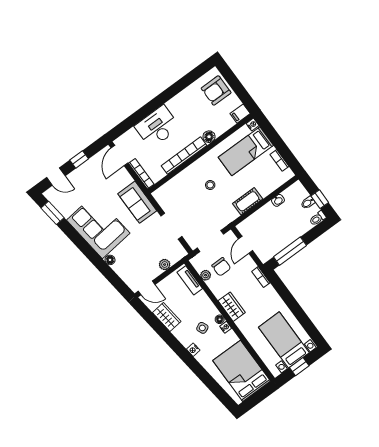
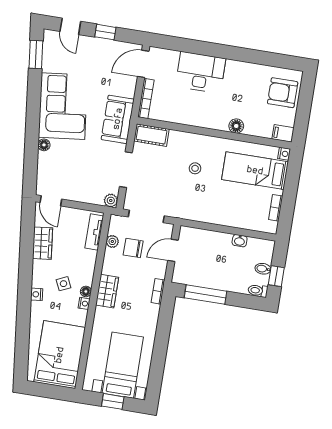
bookcase: (184, 156) -> (198, 120), removed
cot: (248, 201) -> (151, 135), moved
plant: (165, 265) -> (111, 201), moved
chair: (221, 267) -> (133, 248), turned 90

